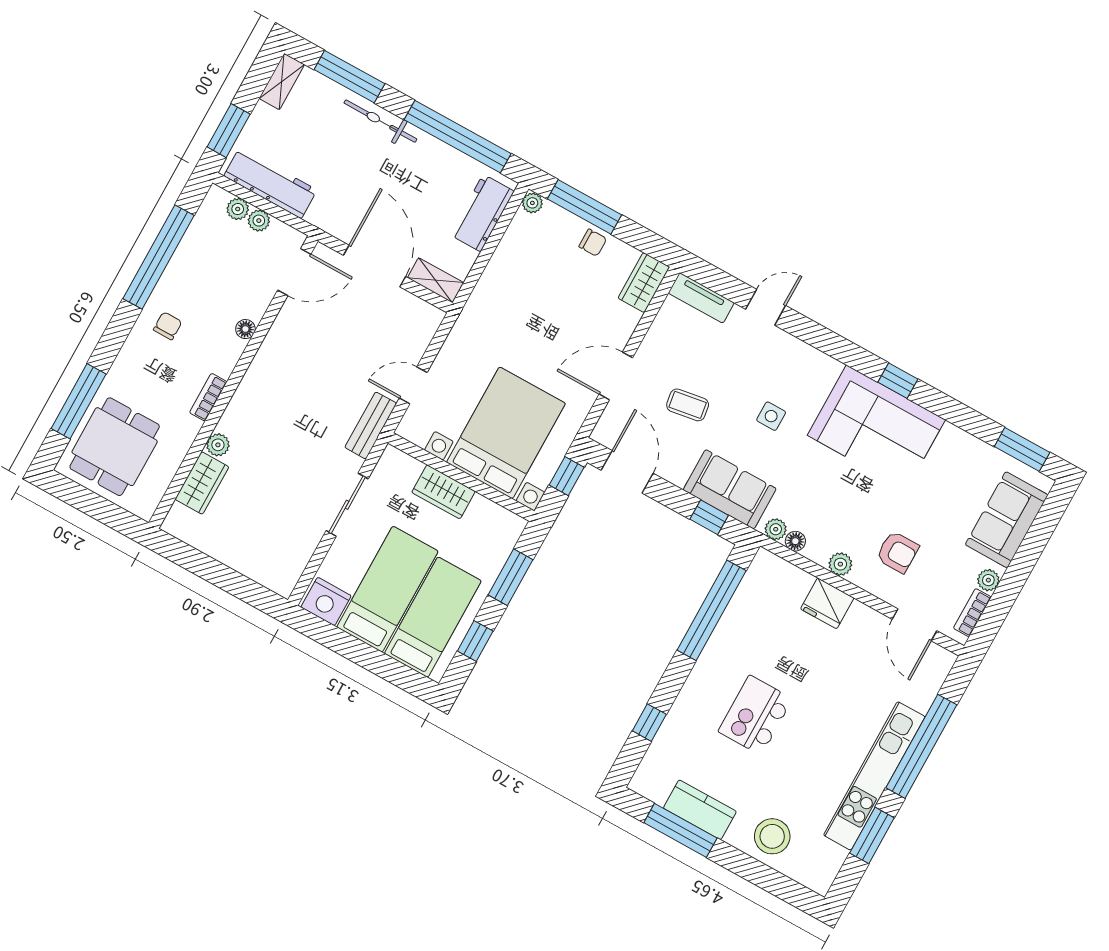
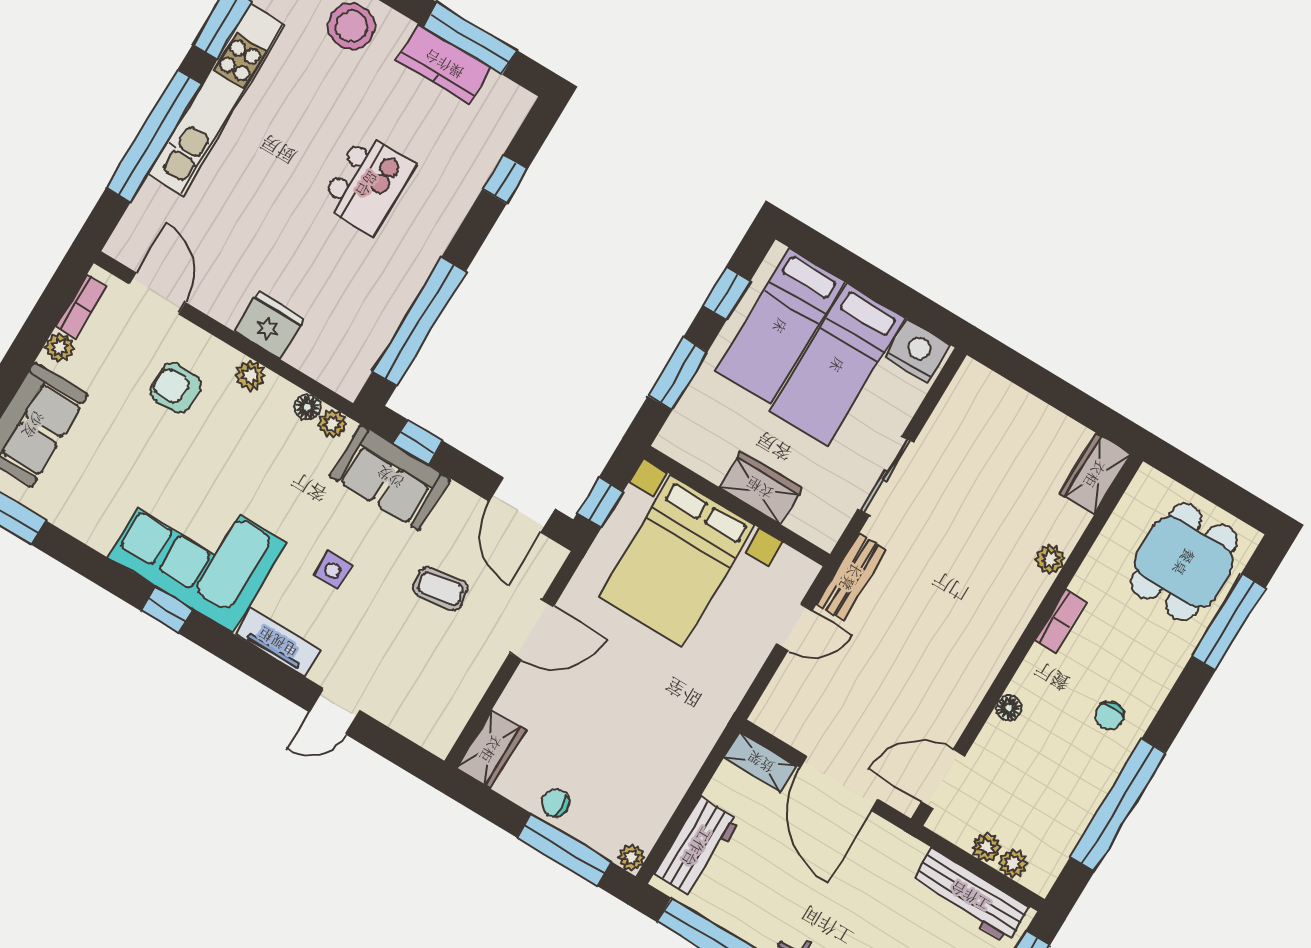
tv unit: (701, 298) -> (278, 642), moved
wardrobe: (202, 483) -> (1095, 474), moved

